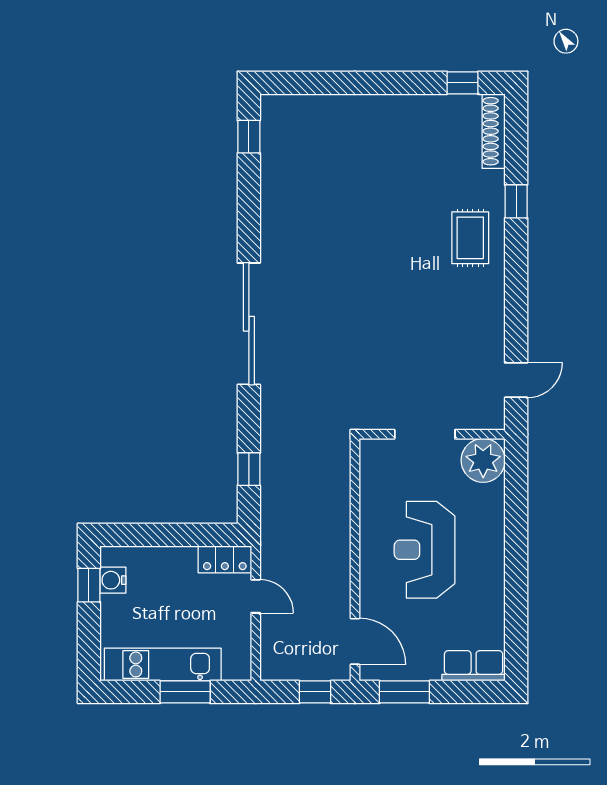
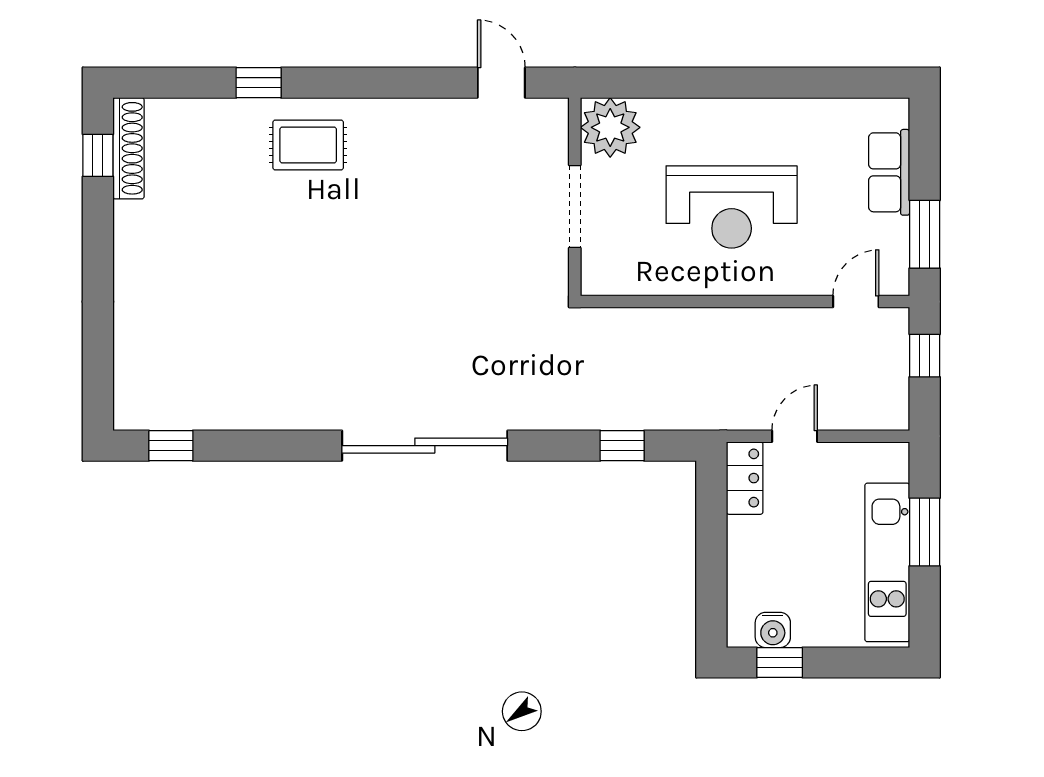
shoe rack: (494, 131) -> (128, 148), moved, turned -90
door: (355, 641) -> (856, 302), width x0.73
row of seats: (474, 666) -> (889, 172), moved

